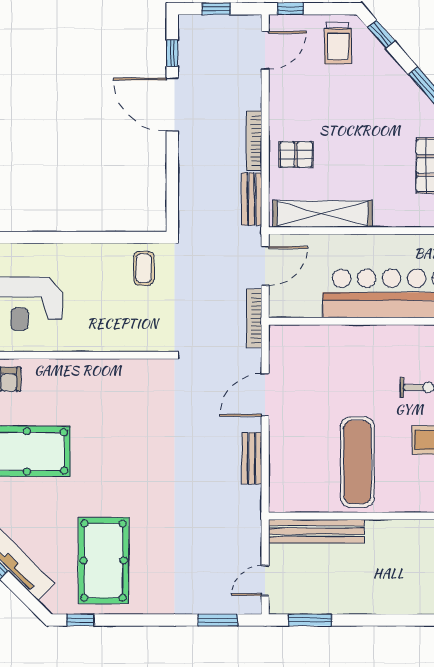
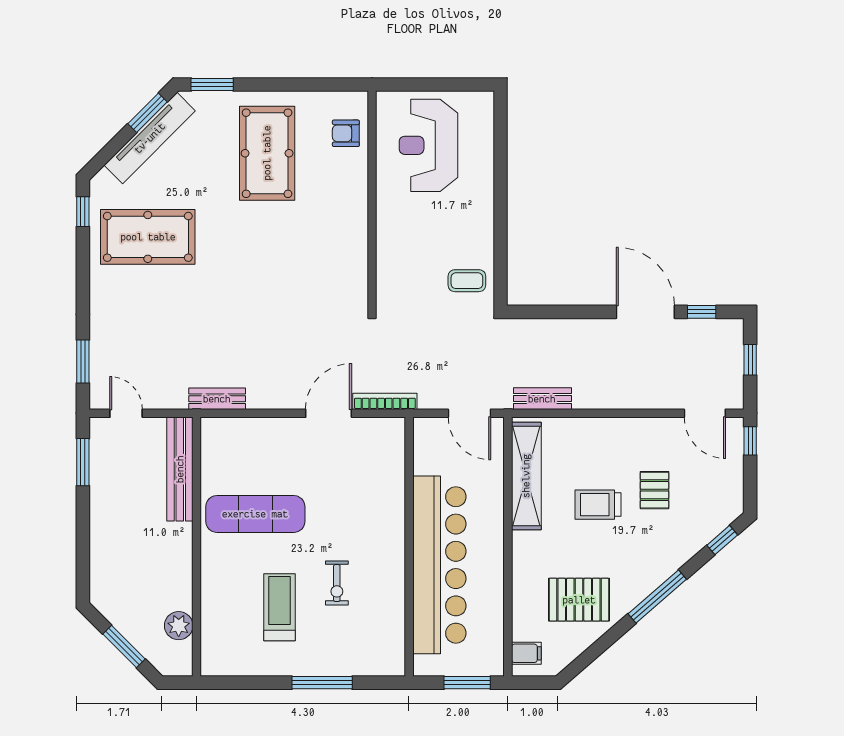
trolley: (338, 43) -> (598, 505), moved
door: (172, 105) -> (645, 312), hinge flipped
bookcase: (254, 141) -> (606, 401), removed
pallet: (296, 154) -> (655, 490), moved
bookcase: (254, 318) -> (385, 401), moved
door: (265, 395) -> (329, 413), hinge flipped
bench: (252, 458) -> (217, 399), moved

